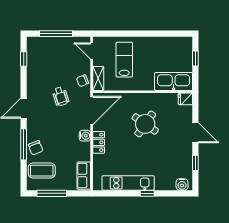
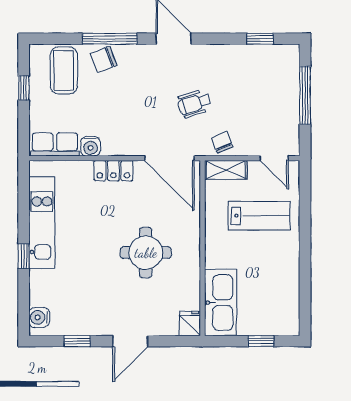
door: (92, 51) -> (274, 158), swing flipped
round table: (145, 124) -> (146, 253), turned -35
water cooler: (85, 136) -> (91, 146), moved
window: (52, 193) -> (24, 88), width x0.46

